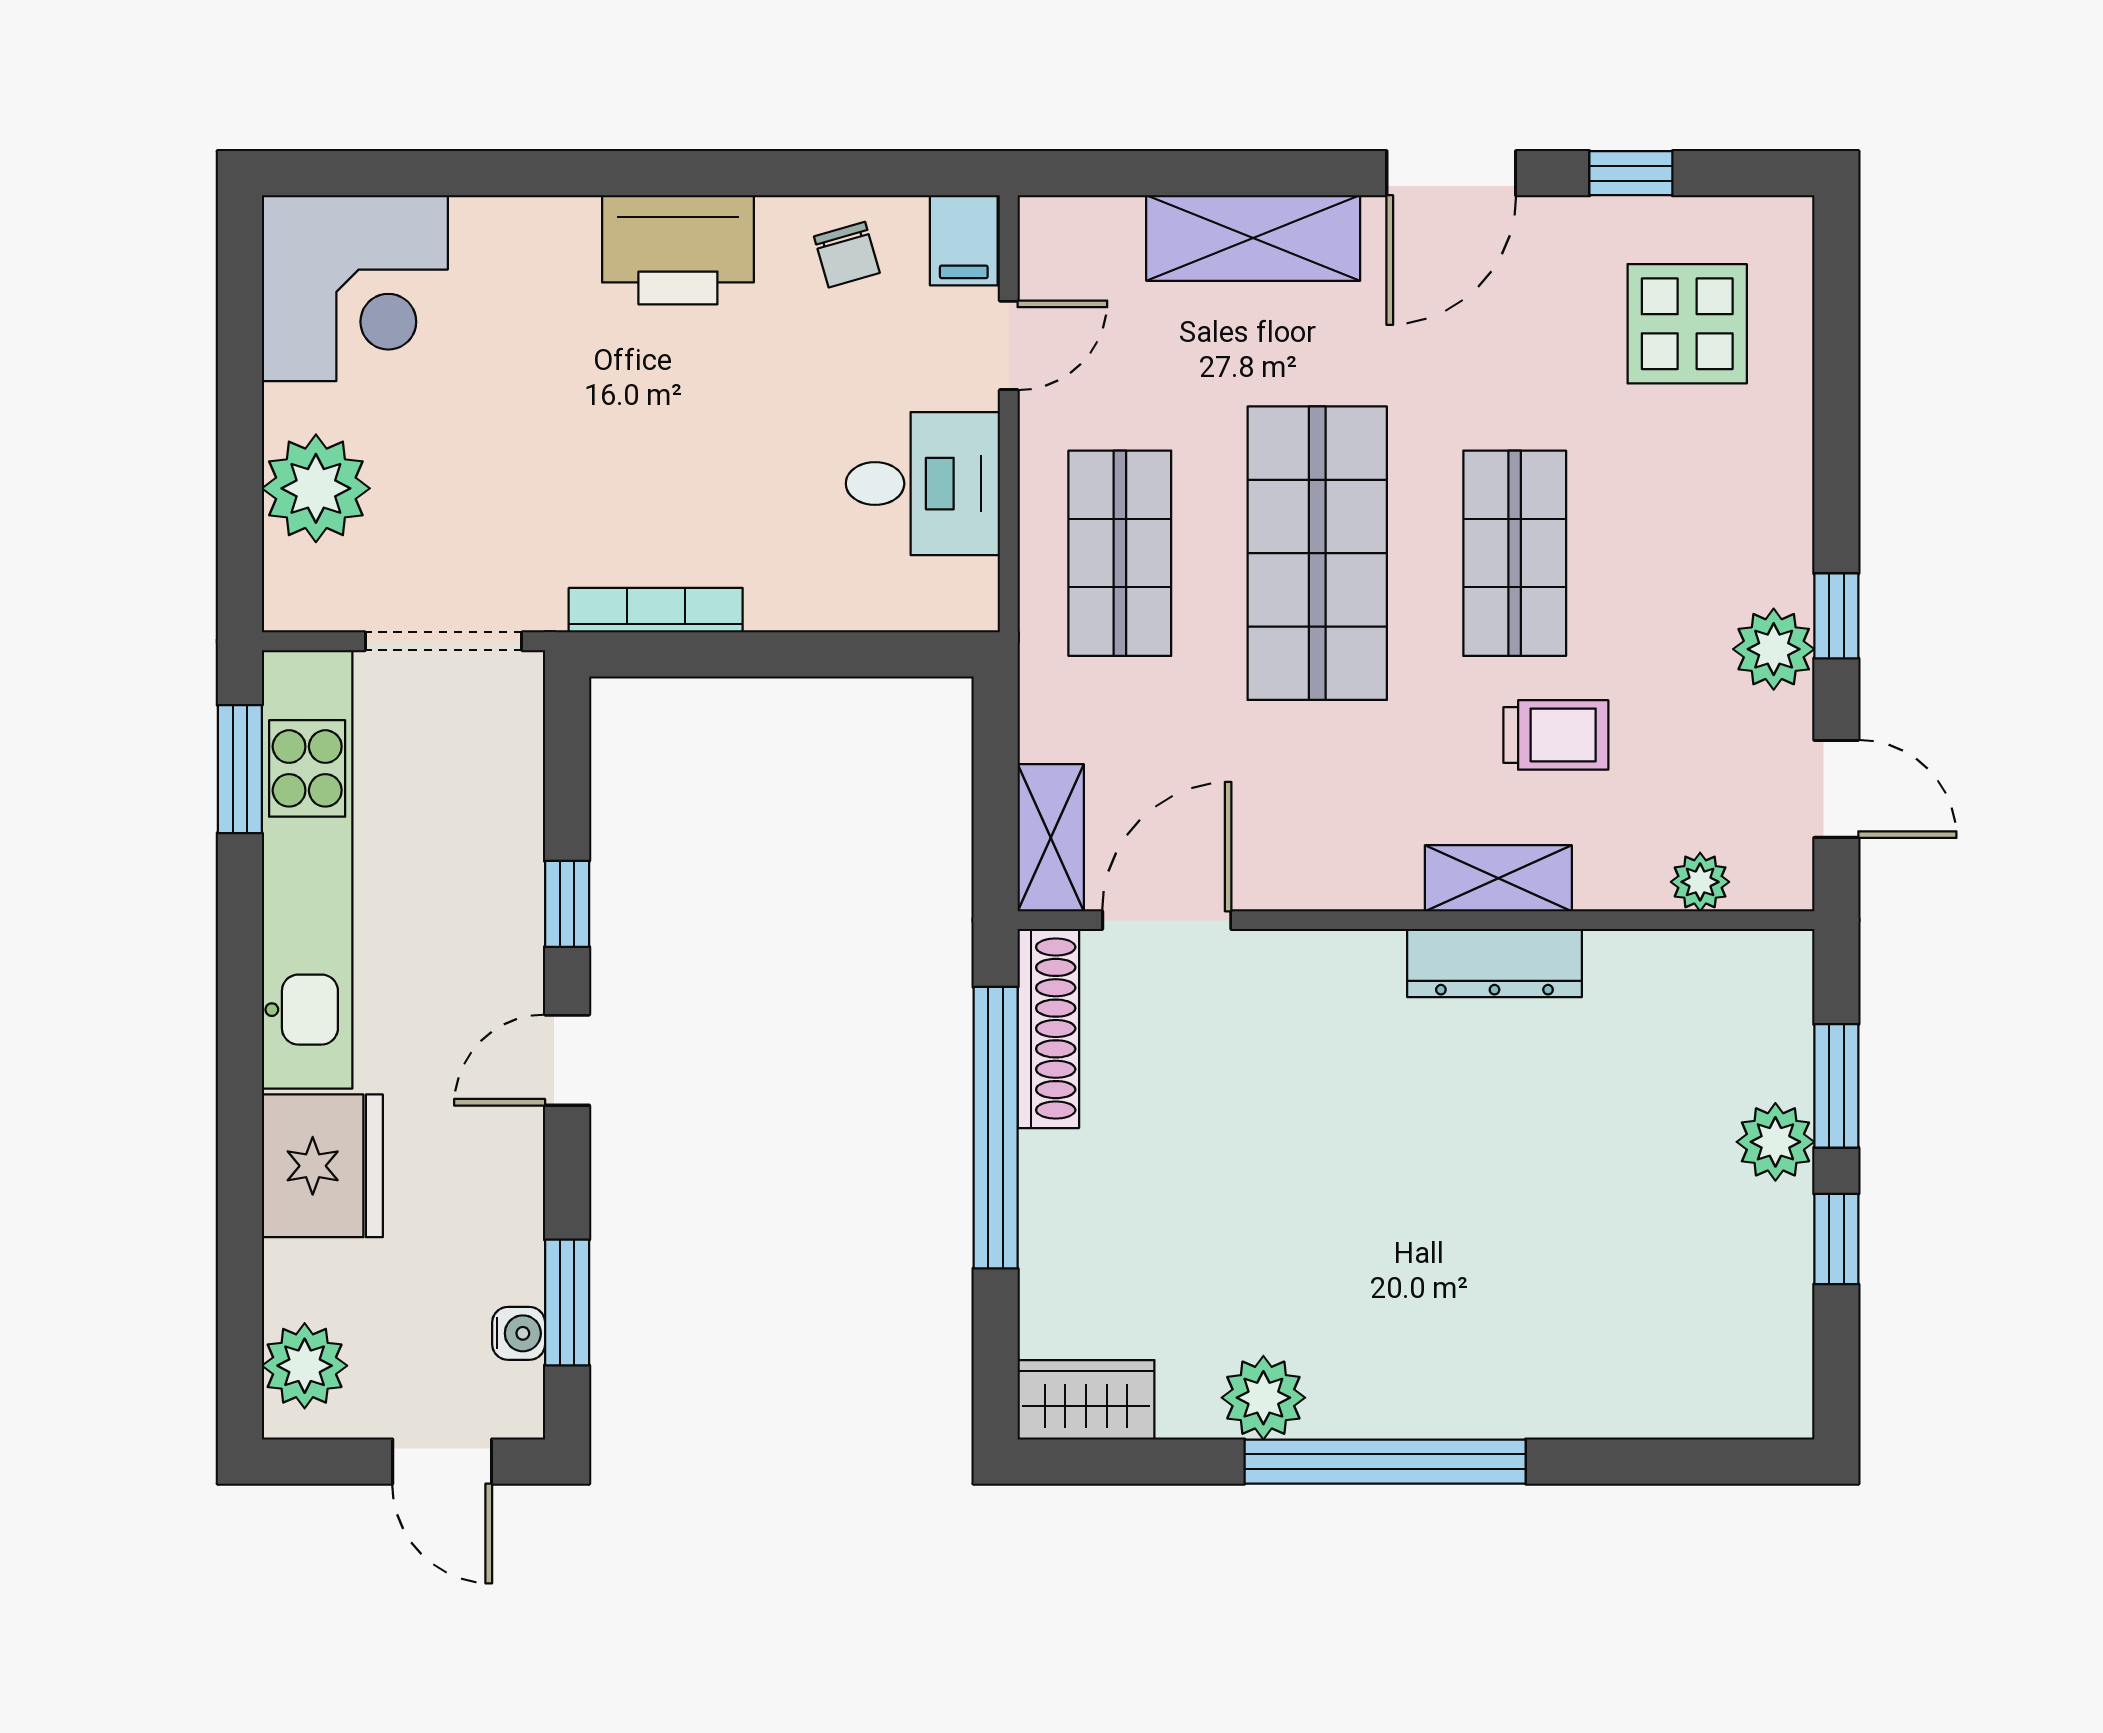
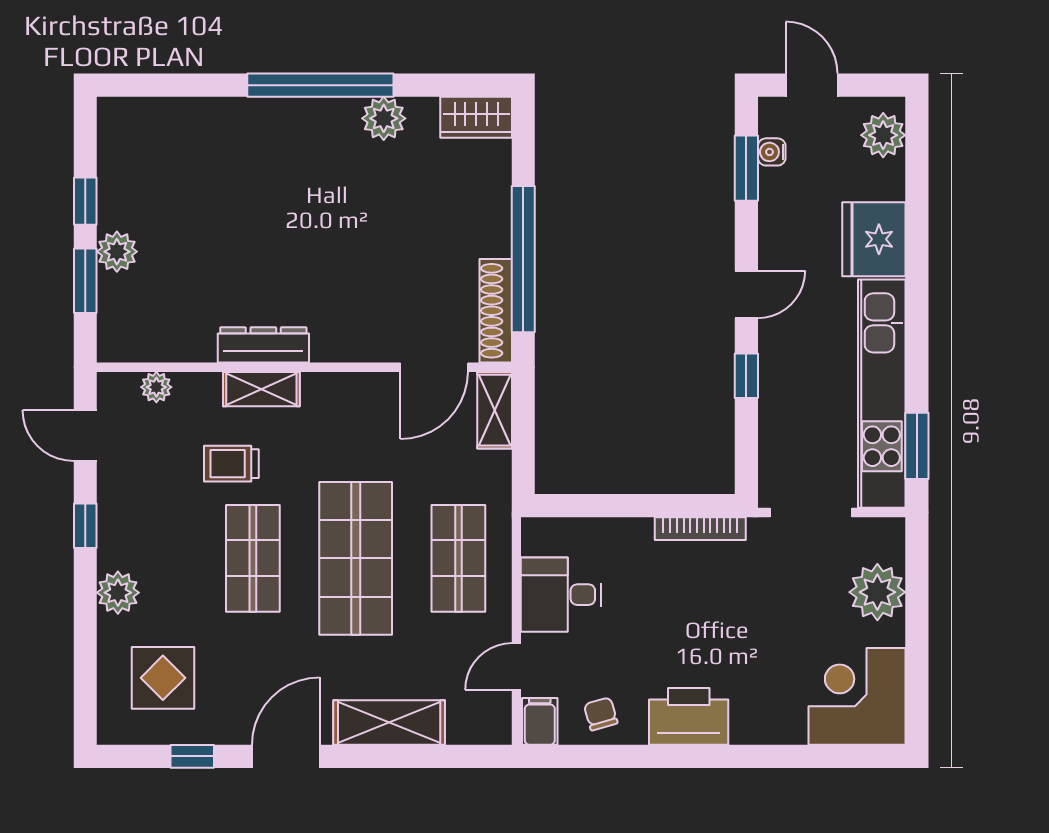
plant: (1774, 649) -> (118, 593), moved

